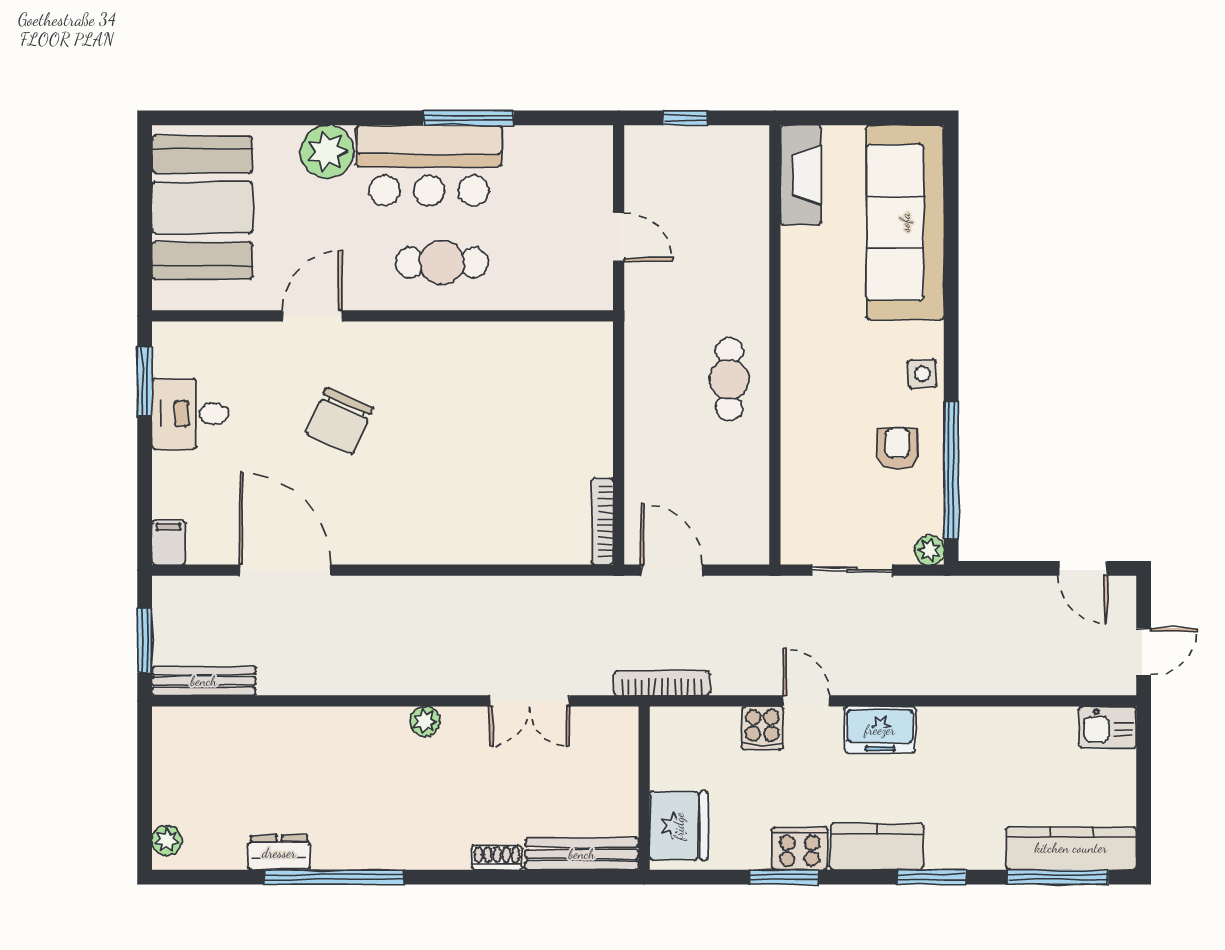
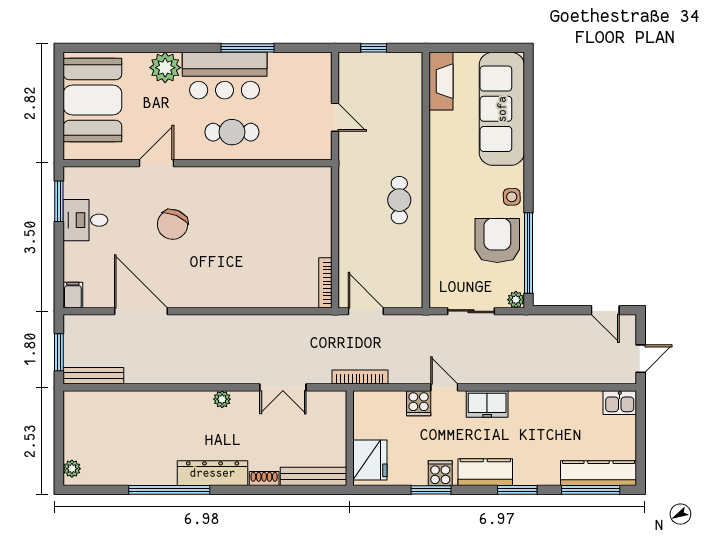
armchair: (898, 449) -> (497, 240), width x1.88, depth x1.88
cooker: (800, 848) -> (440, 473), width x0.73
dresser: (279, 853) -> (213, 473), moved, width x1.96, depth x1.24

